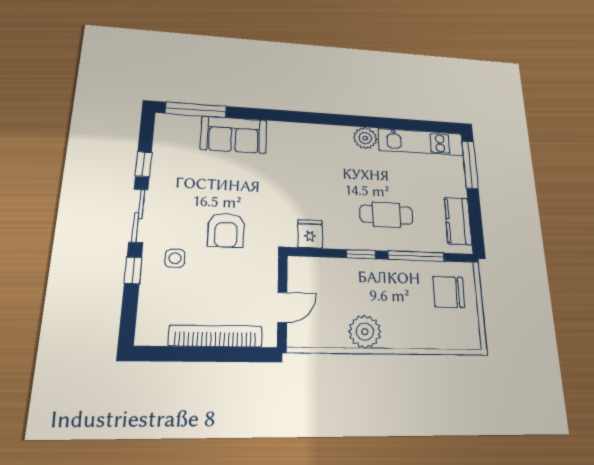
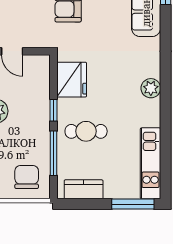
plant: (365, 138) -> (151, 88), moved
cafe table: (386, 215) -> (86, 131), turned 90
fridge: (310, 234) -> (72, 80), width x1.88, depth x1.34

